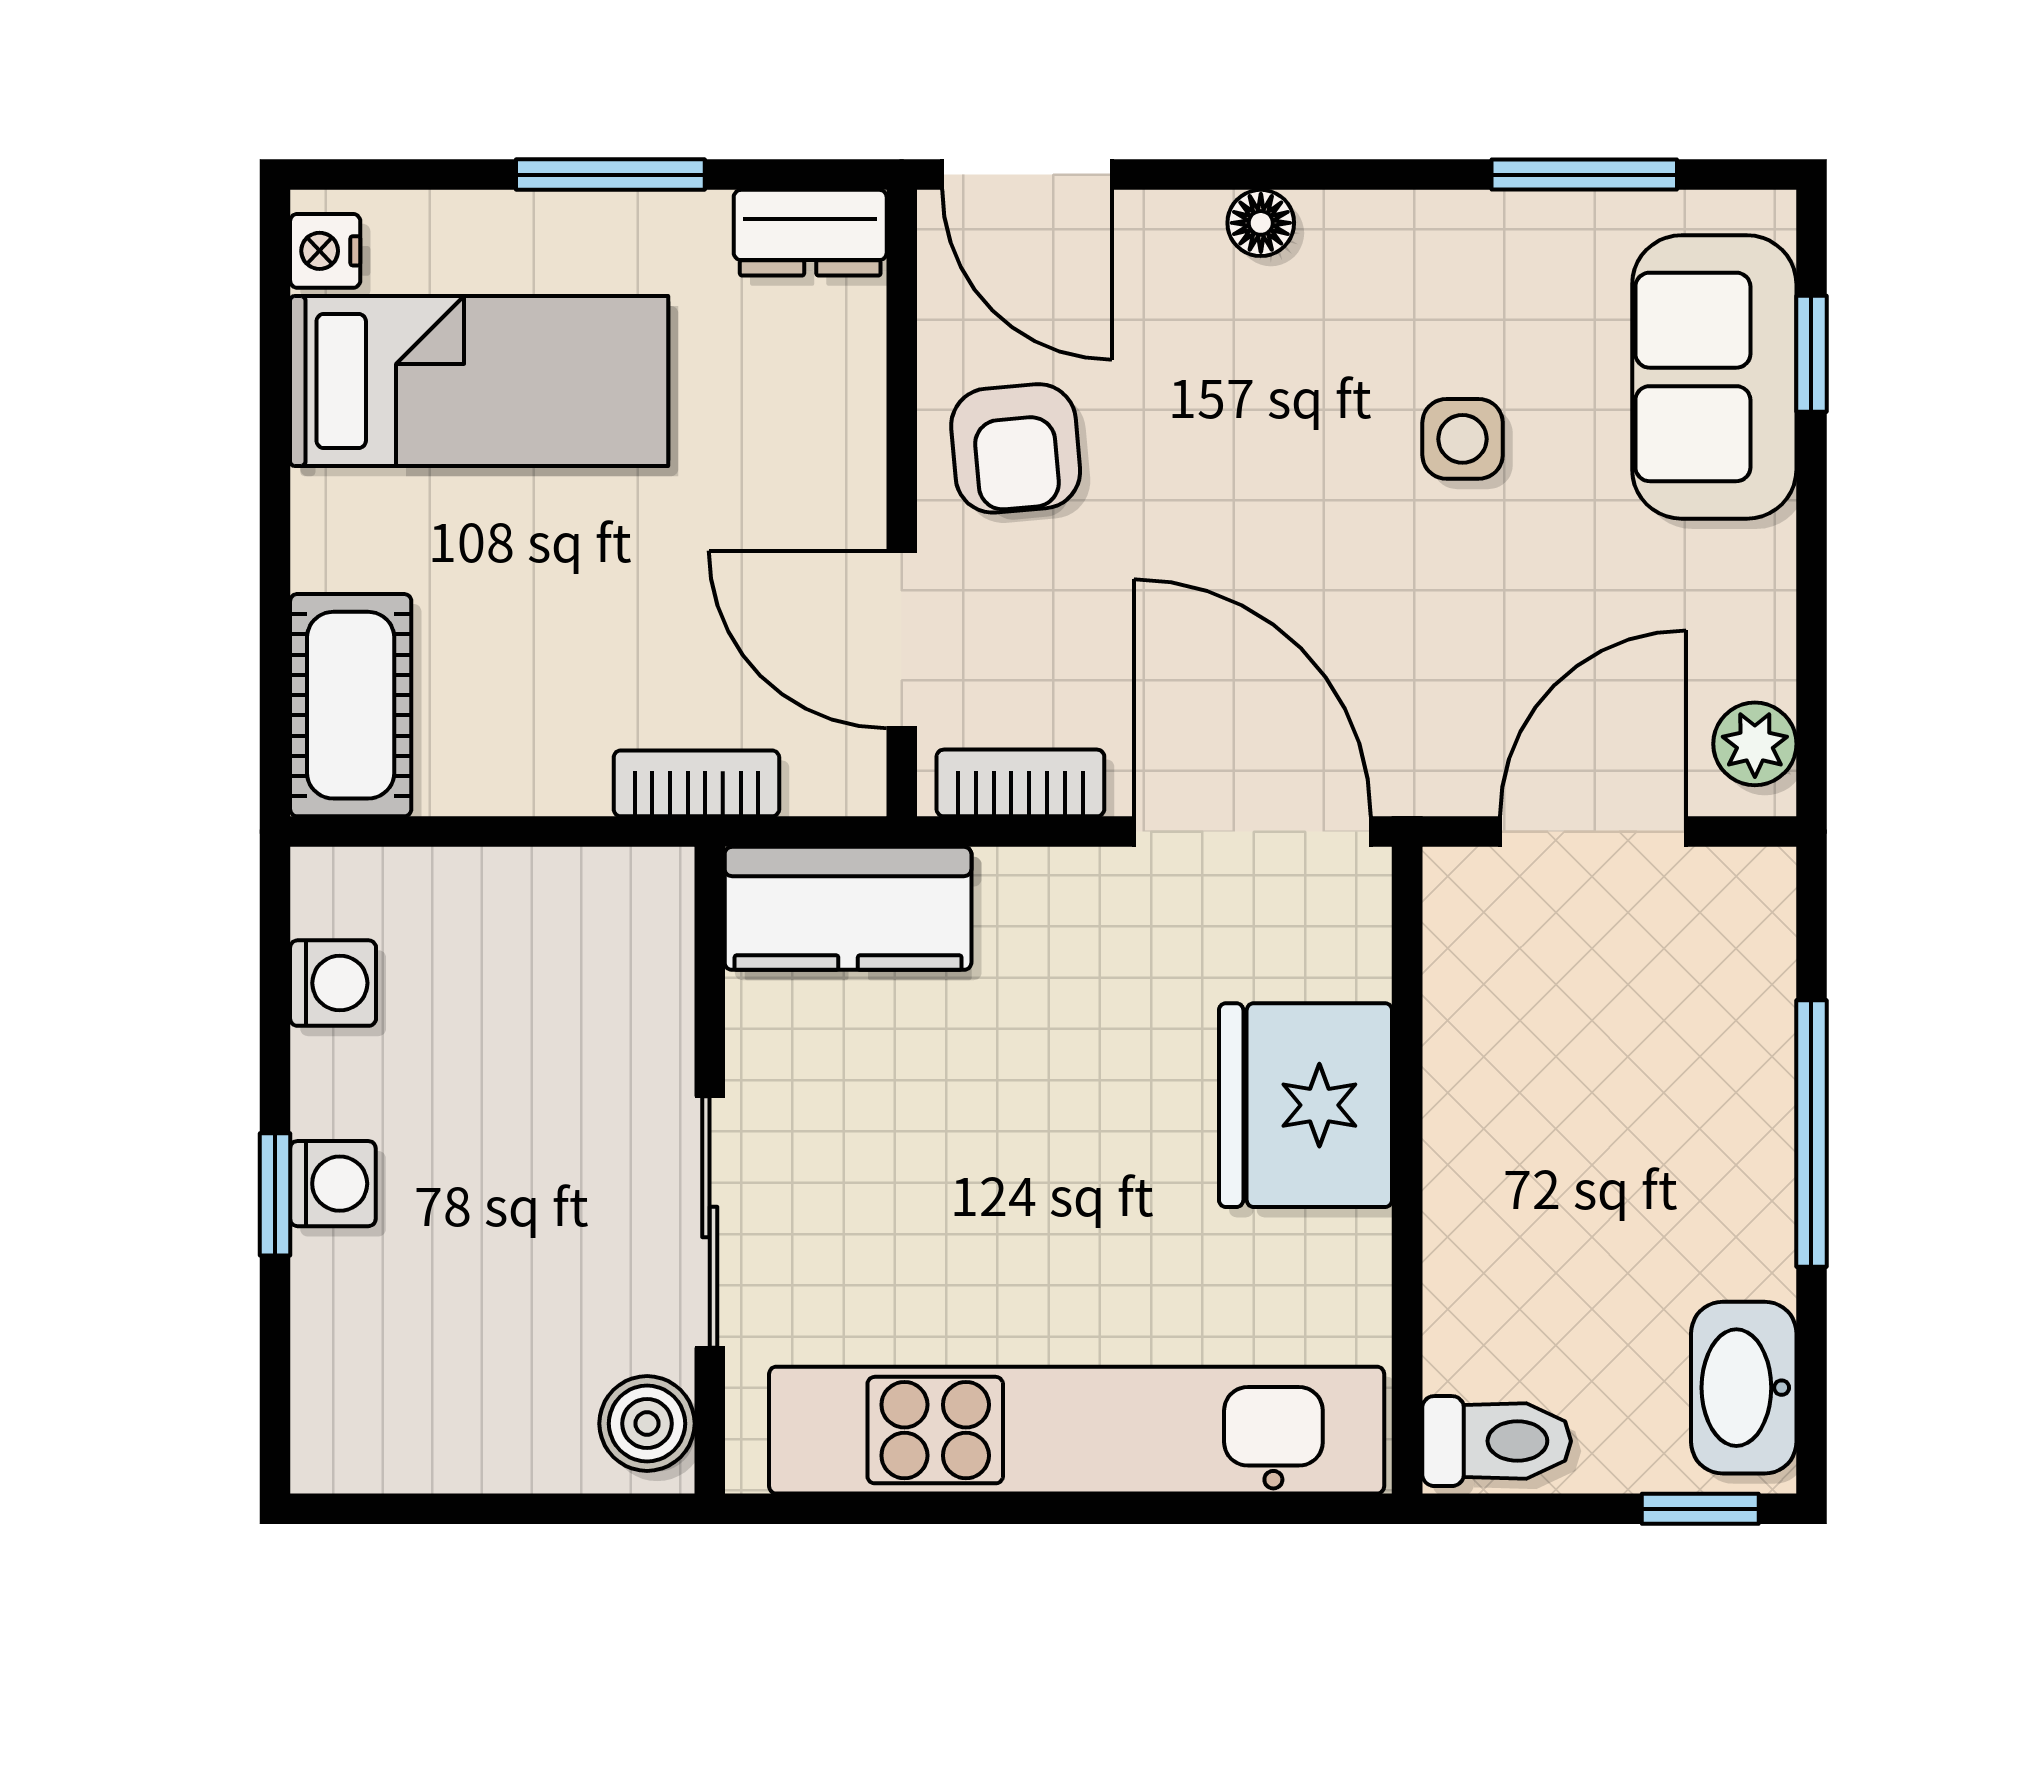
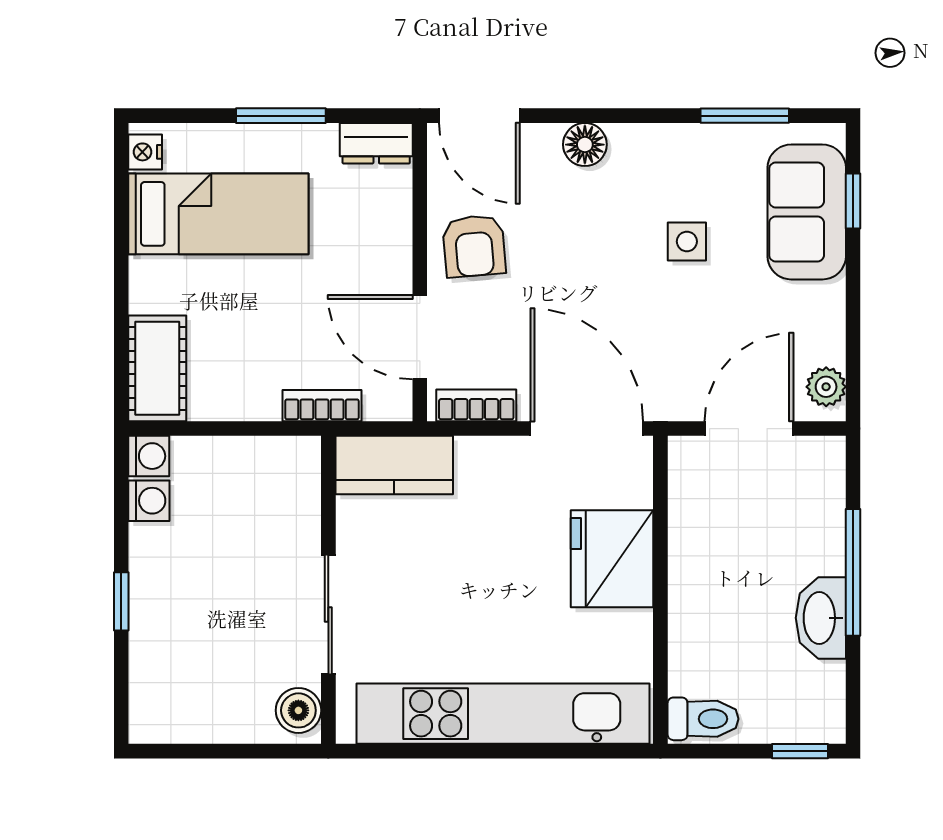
floor lamp: (1261, 223) -> (585, 145), width x1.37, depth x1.37
washing machine: (333, 1184) -> (149, 456), moved
washbasin: (1744, 1388) -> (821, 618), moved

